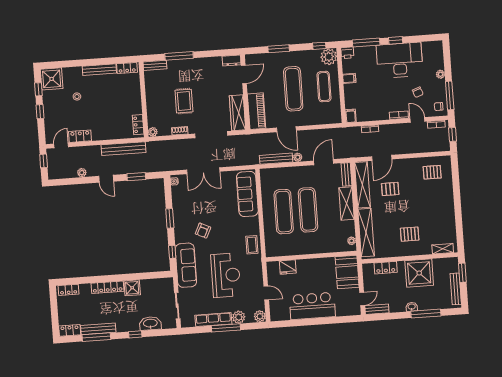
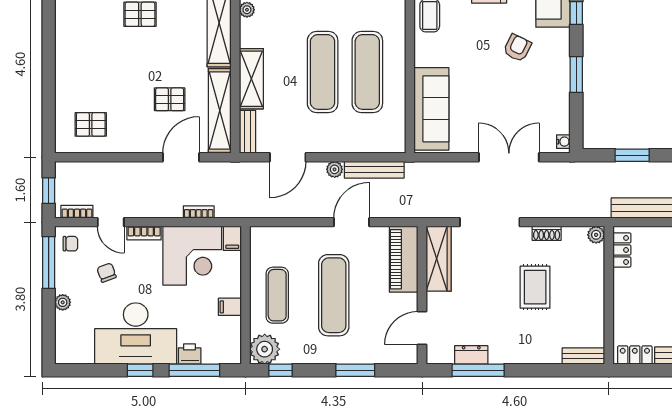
printer: (347, 53) -> (190, 354), moved
window: (179, 56) -> (478, 370), moved
dresser: (232, 61) -> (471, 355), moved
corner desk: (372, 105) -> (192, 256), added
door: (286, 129) -> (352, 222), hinge flipped

